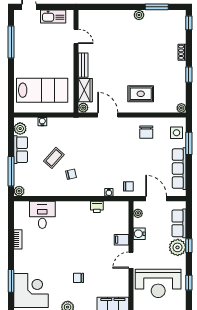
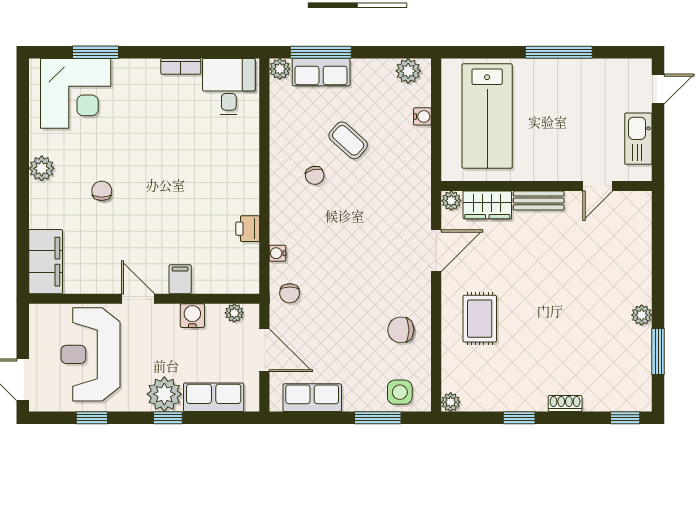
window: (11, 42) -> (559, 52), moved
row of seats: (21, 150) -> (321, 72), moved
row of seats: (179, 169) -> (312, 398), width x0.68
door: (156, 199) -> (264, 350), hinge flipped
desk: (42, 215) -> (229, 87), moved, turned -90

